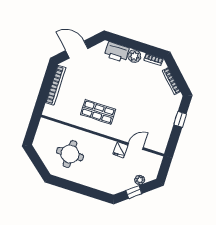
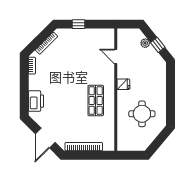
plant: (134, 56) -> (35, 84), removed
fridge: (121, 150) -> (123, 84), moved

